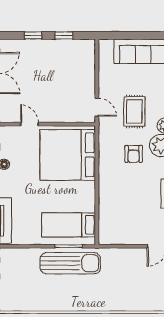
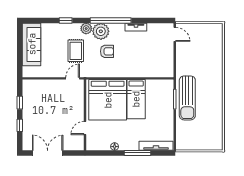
rug: (134, 111) -> (76, 51), turned 90
bed: (69, 225) -> (136, 99), moved
sun lounger: (70, 263) -> (187, 98), turned 180

